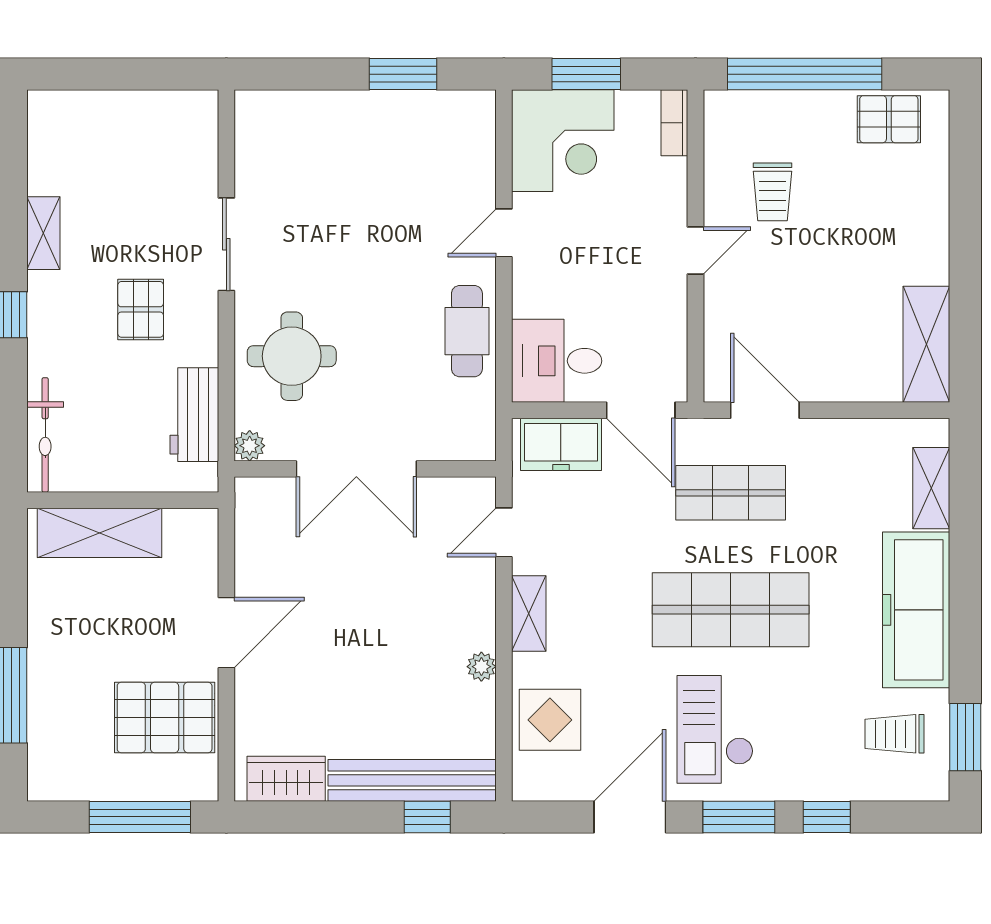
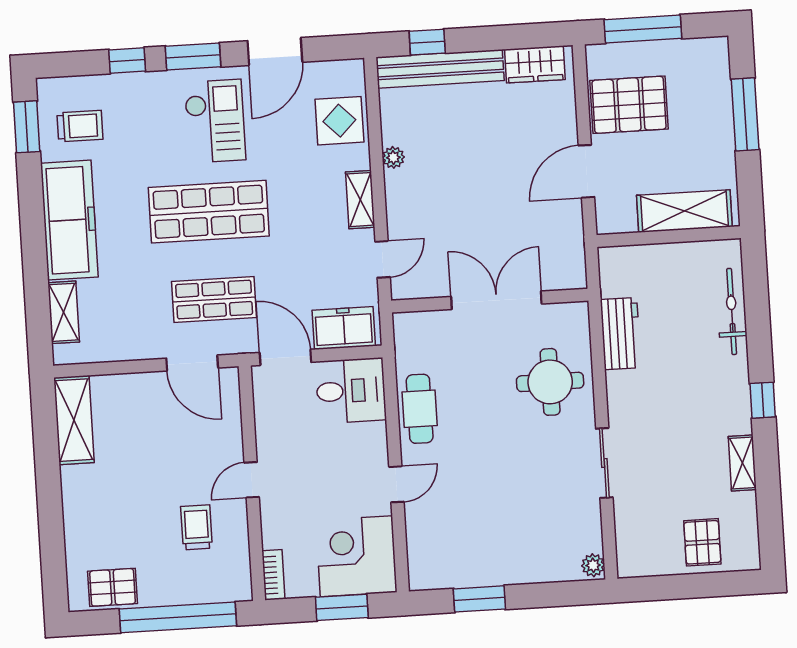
pallet: (141, 309) -> (702, 542), moved
plant: (250, 446) -> (593, 565), moved
wall: (123, 500) -> (669, 237), moved
shelving: (100, 533) -> (684, 211), moved

